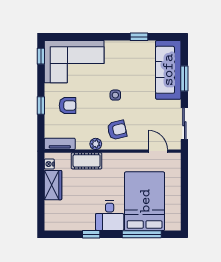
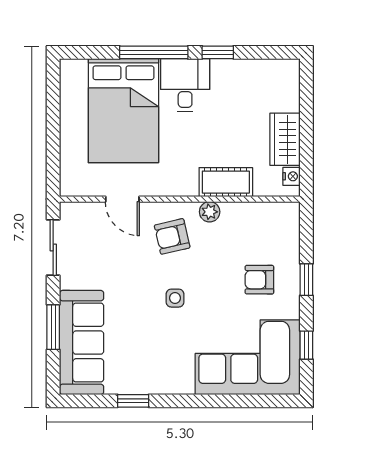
window: (41, 56) -> (306, 345), moved
tv unit: (60, 144) -> (273, 212), removed
door: (158, 151) -> (122, 199), moved
window: (142, 234) -> (154, 52), moved

